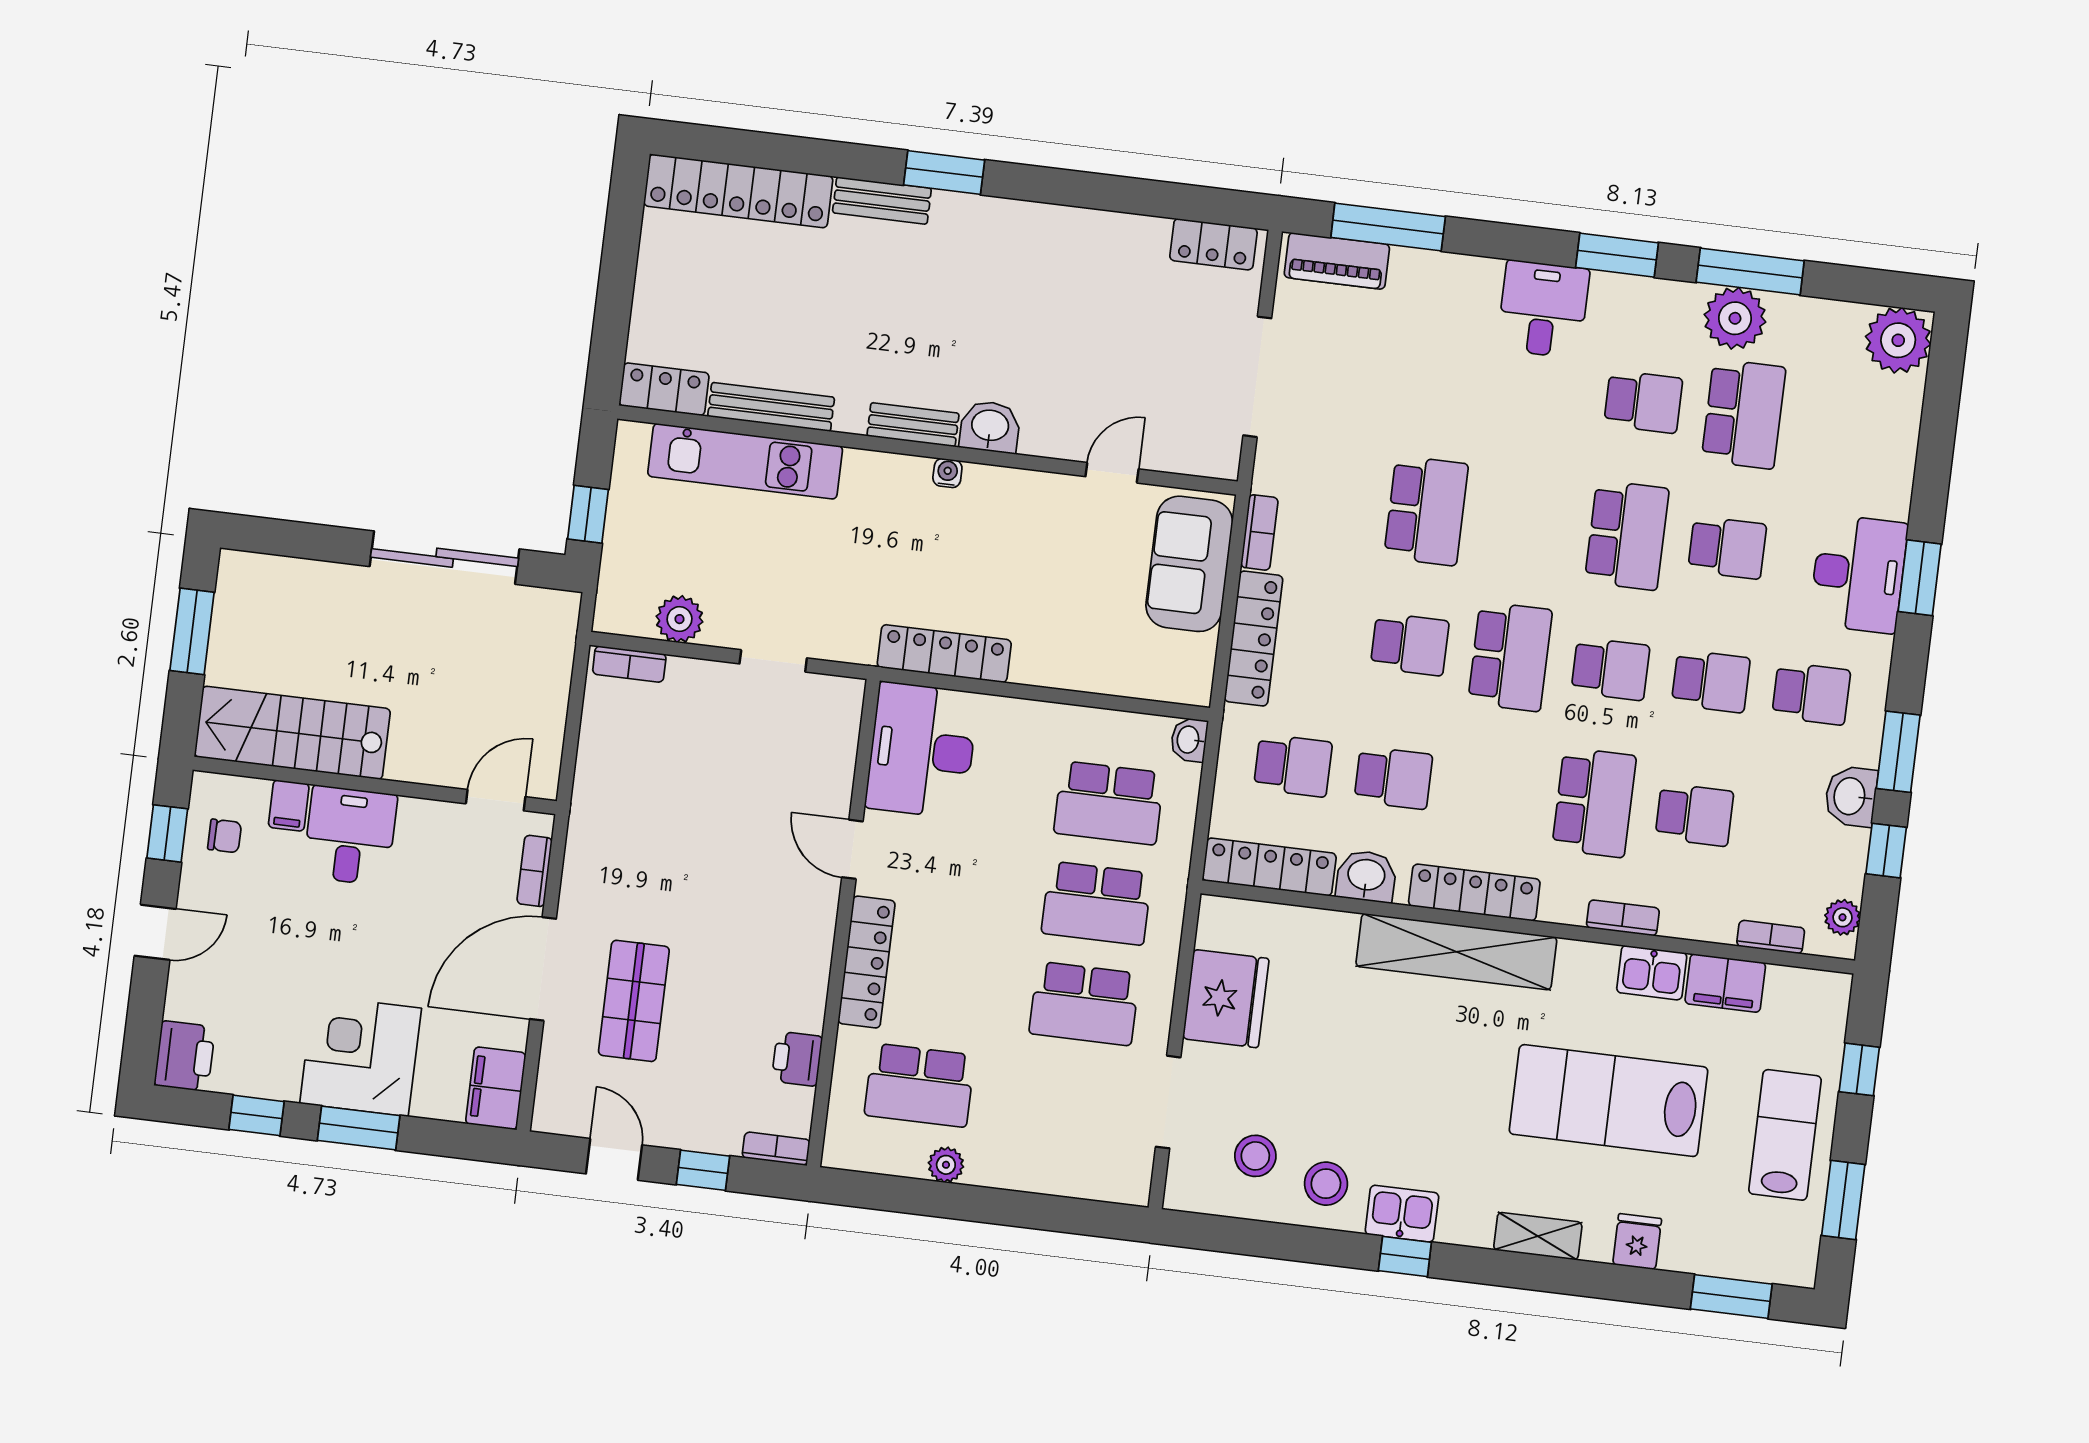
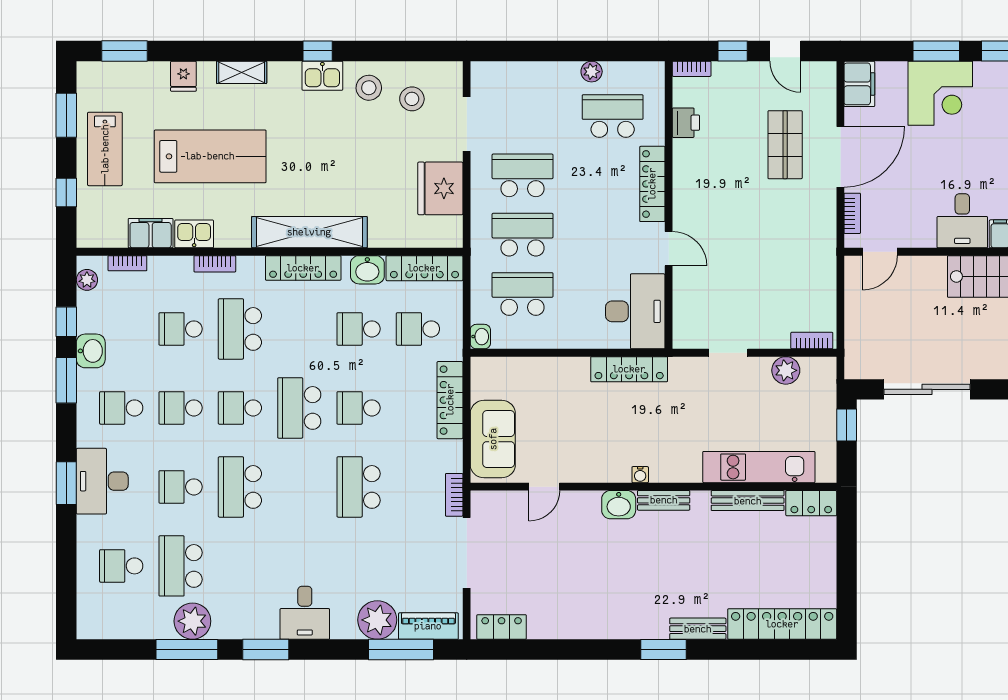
plant: (1898, 340) -> (377, 620), moved
school desk: (1643, 402) -> (121, 566), moved
bookcase: (1259, 532) -> (454, 495), moved

